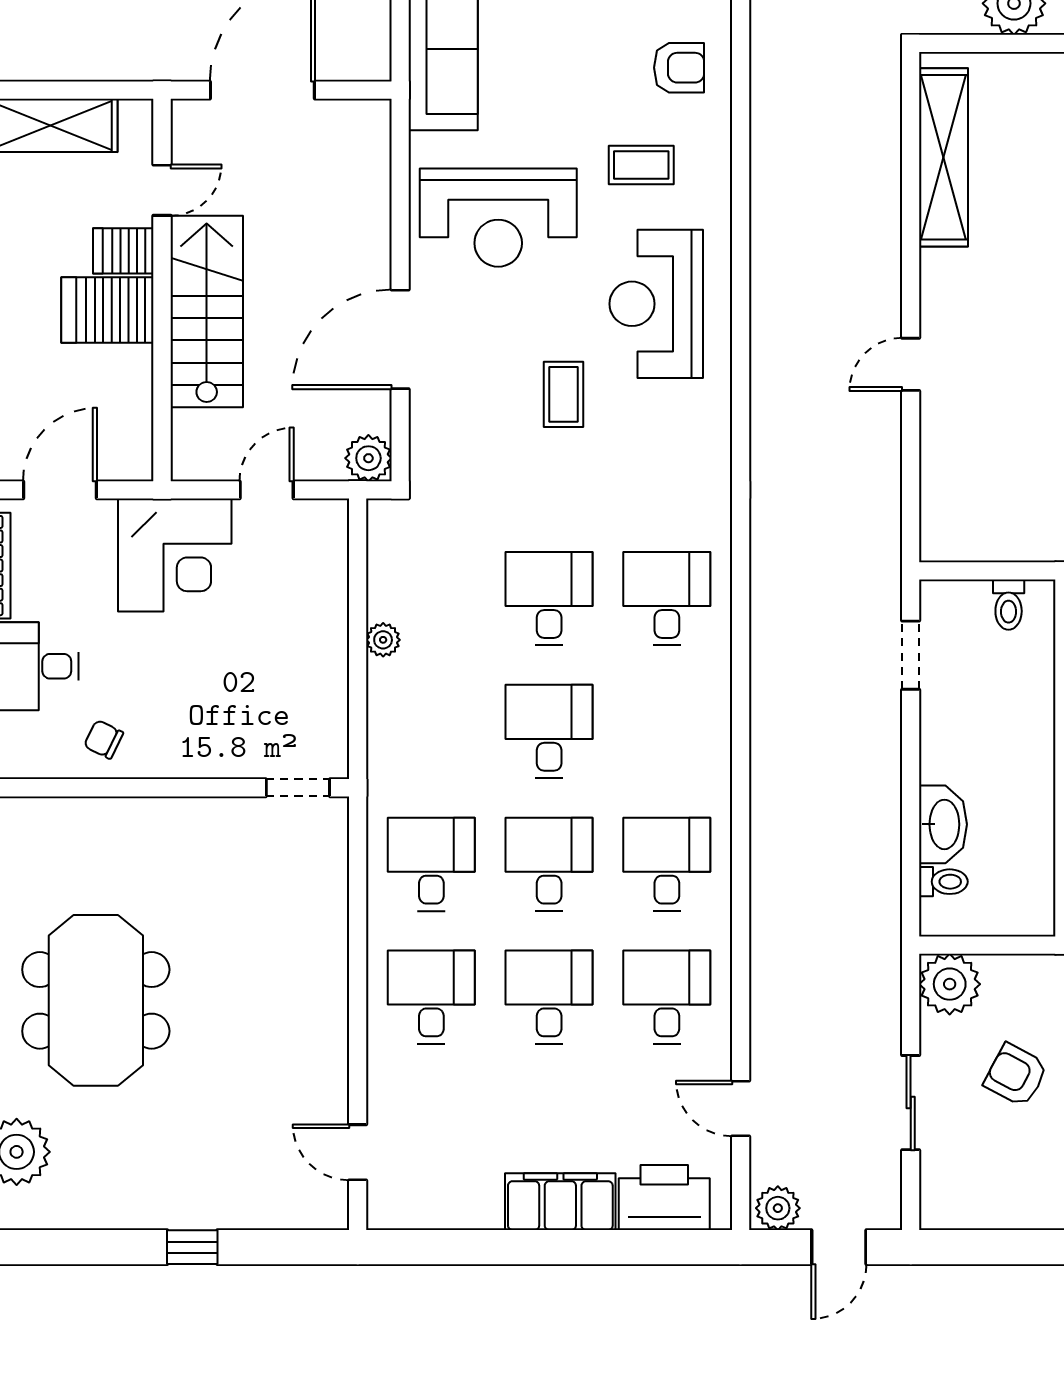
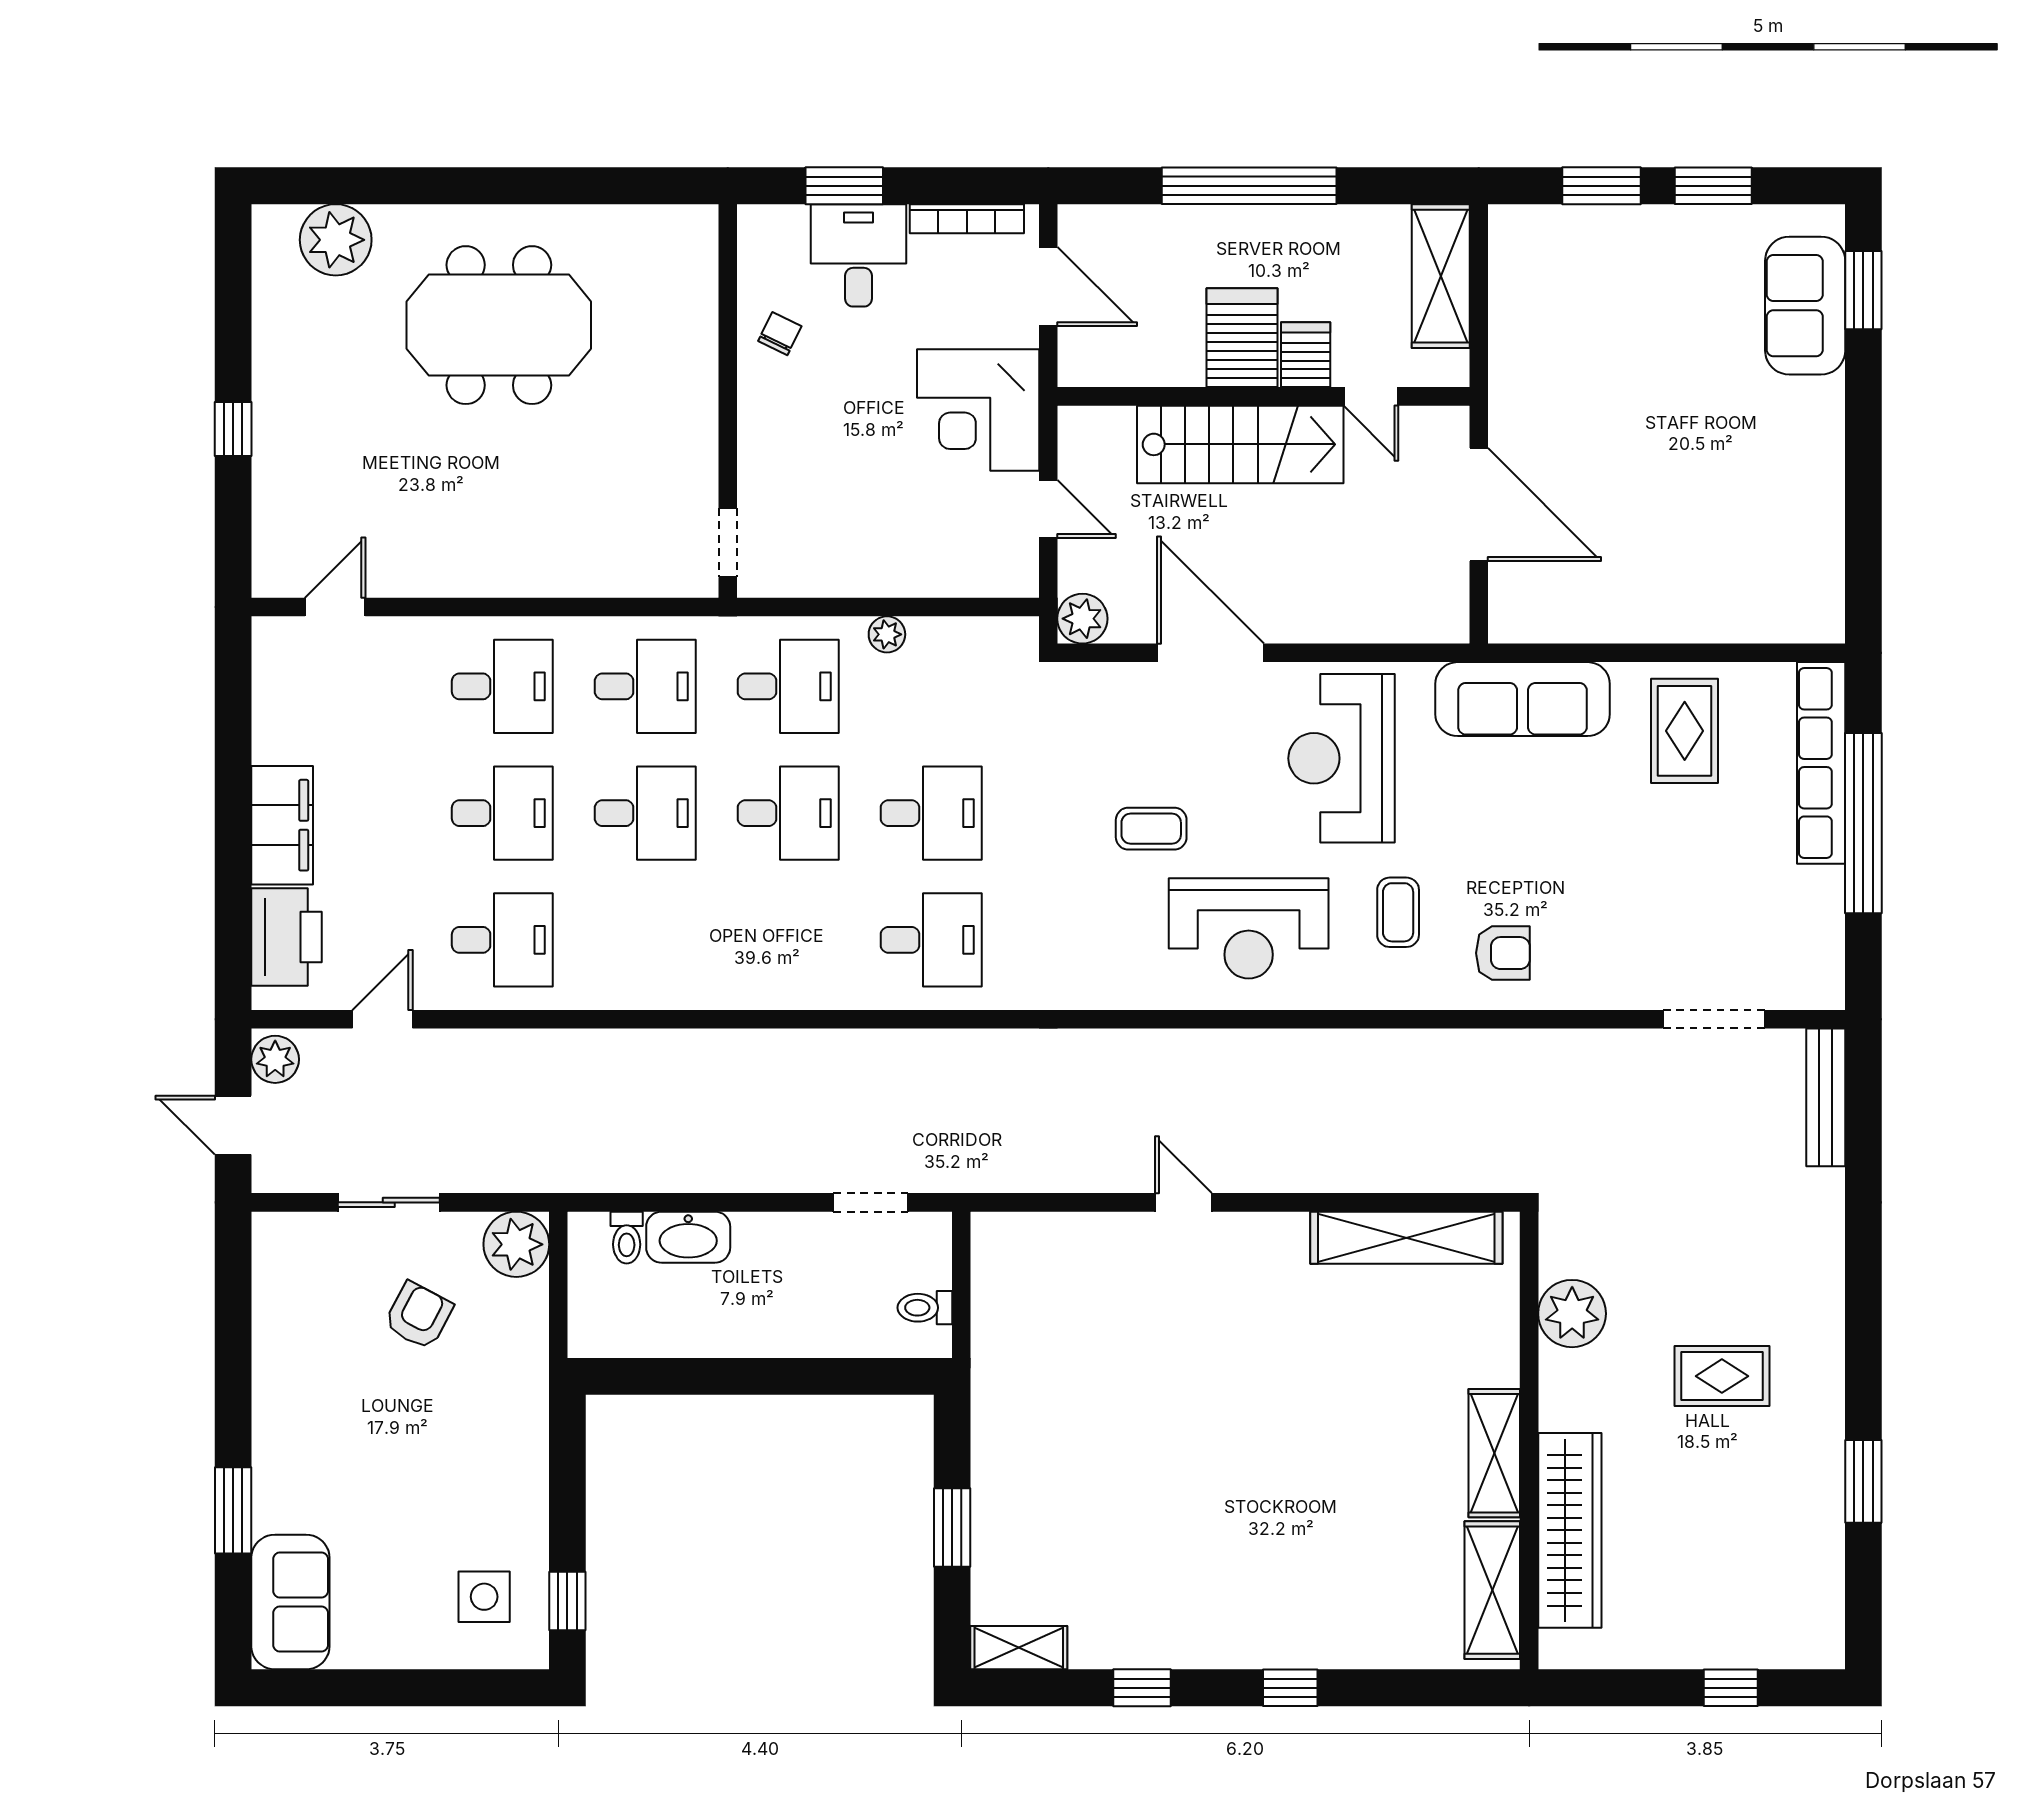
armchair: (679, 68) -> (1503, 953), turned -90
reception desk: (656, 304) -> (1249, 928), turned 180
desk: (667, 864) -> (788, 686), moved

